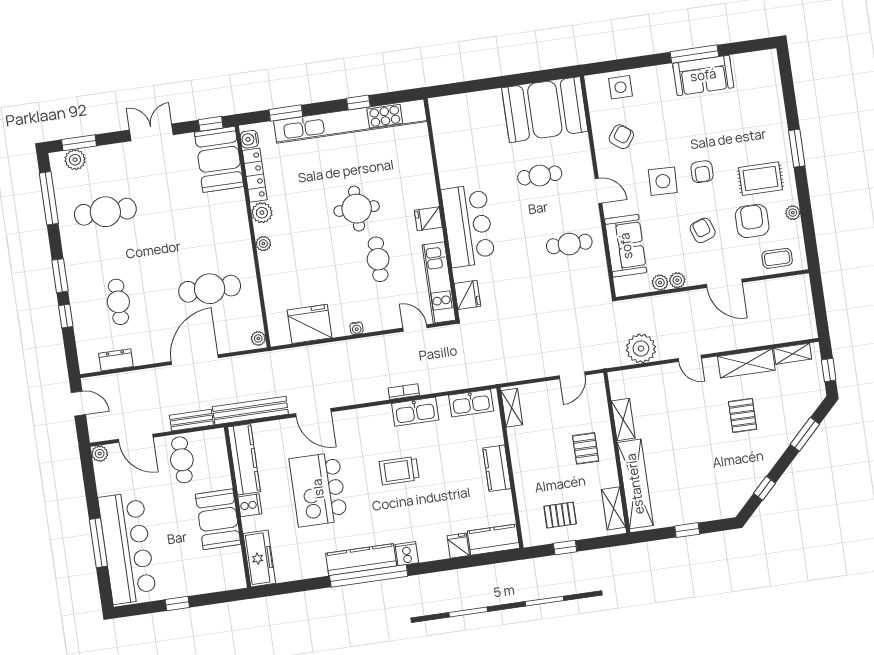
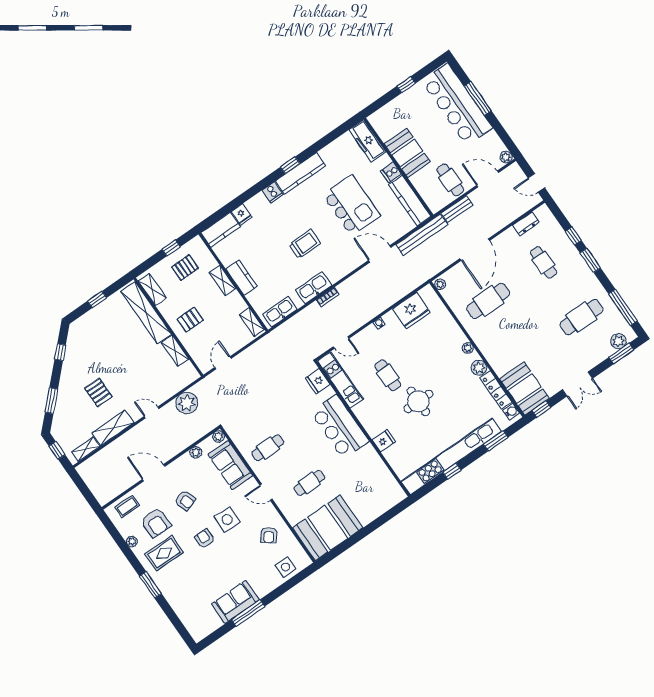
fridge: (428, 219) -> (384, 441), moved
plant: (677, 280) -> (219, 436), moved
pallet: (586, 448) -> (190, 320), turned 90
shelving: (522, 476) -> (223, 280), added
window: (369, 576) -> (290, 165), width x0.32

